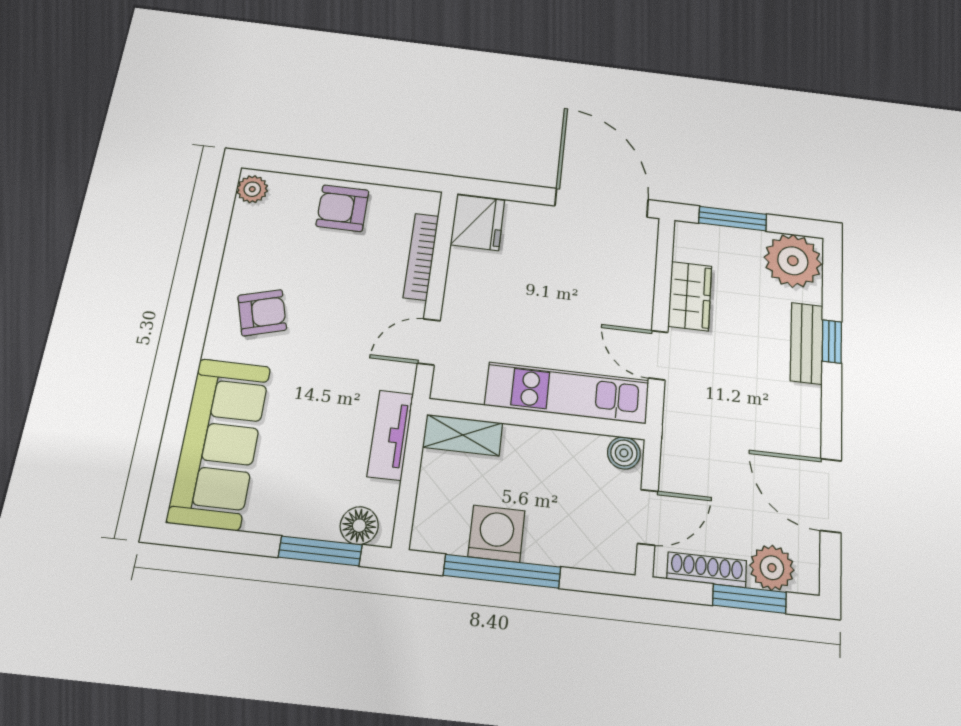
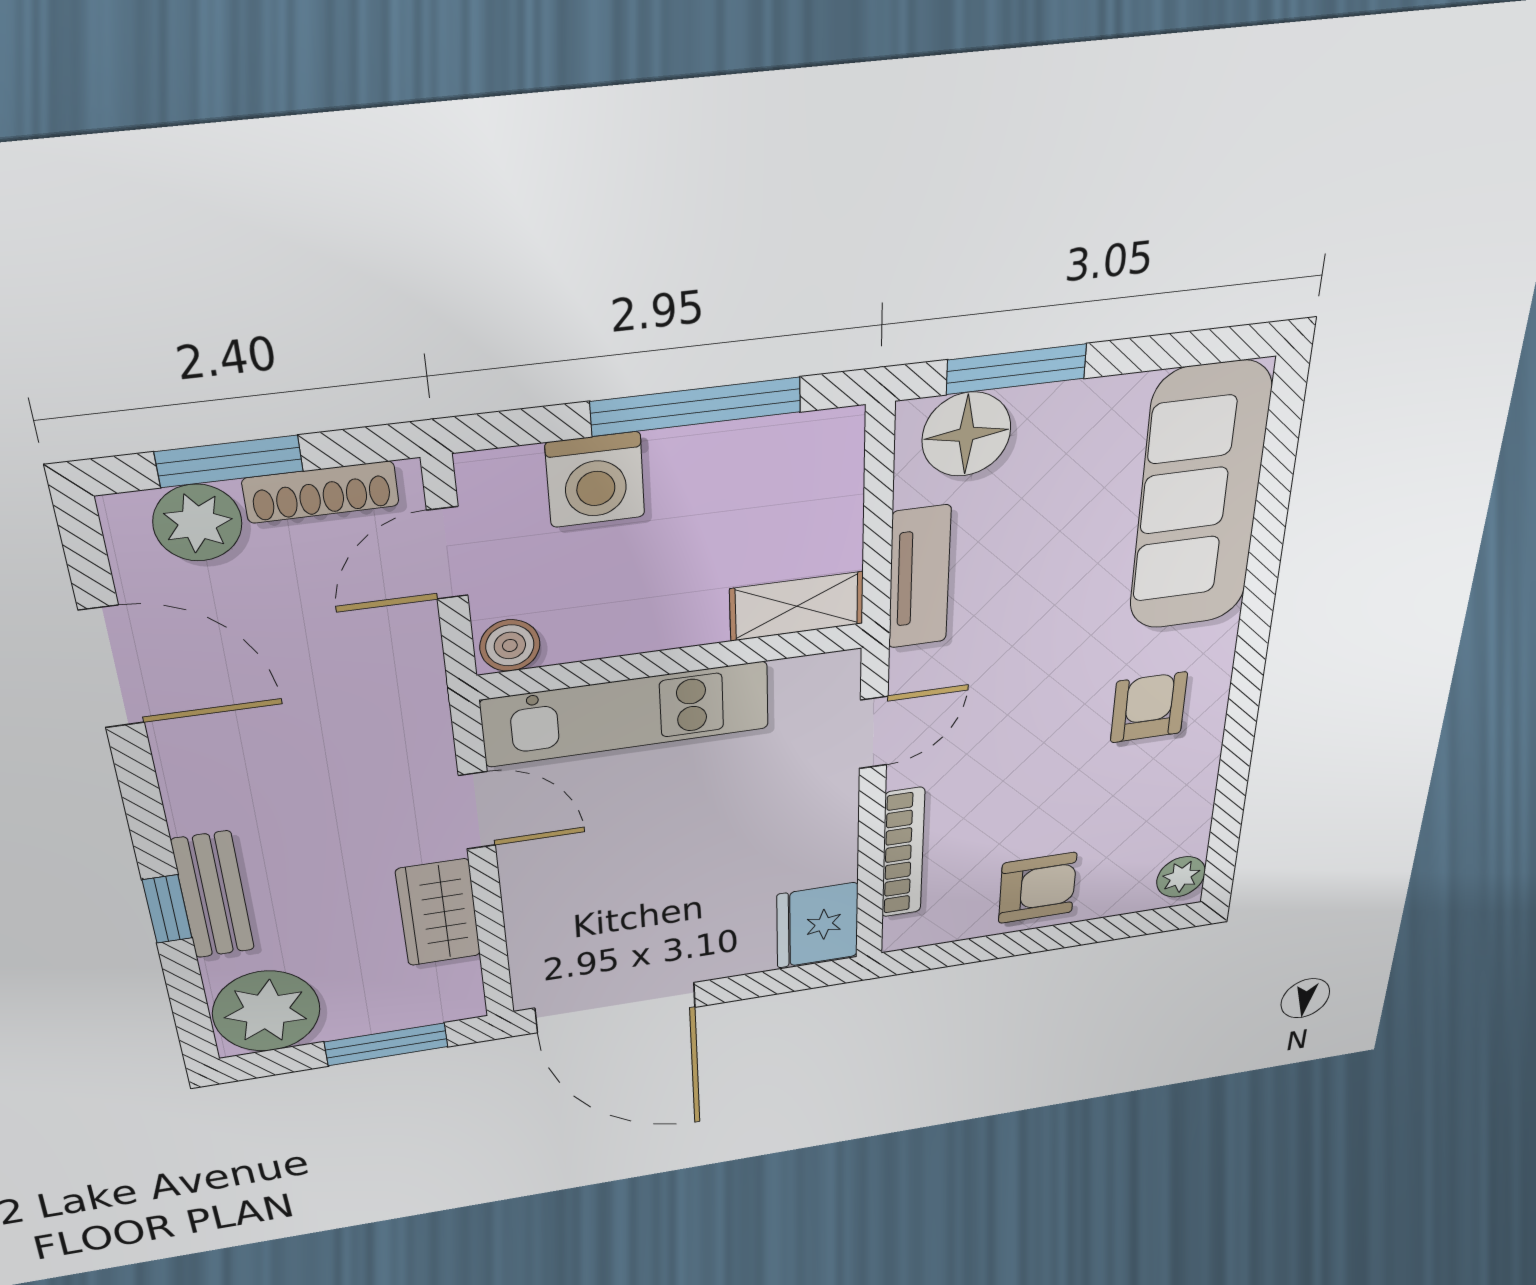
armchair: (262, 313) -> (1149, 707), turned 106
floor lamp: (359, 526) -> (966, 434), width x1.38, depth x1.38
washing machine: (496, 534) -> (595, 480), moved

